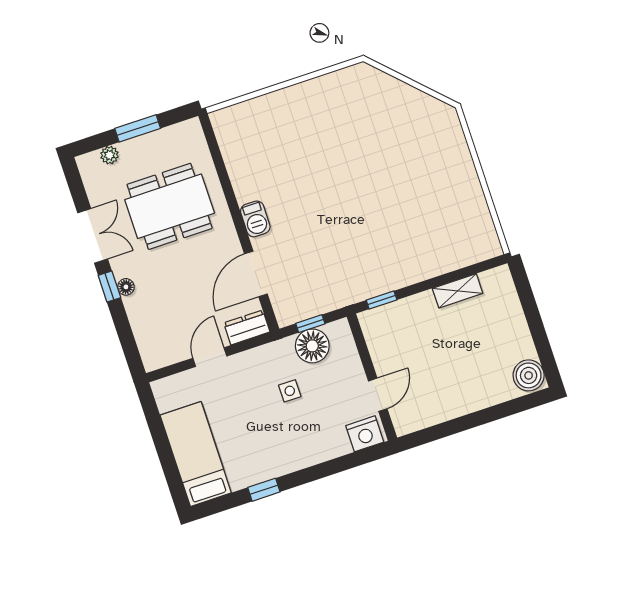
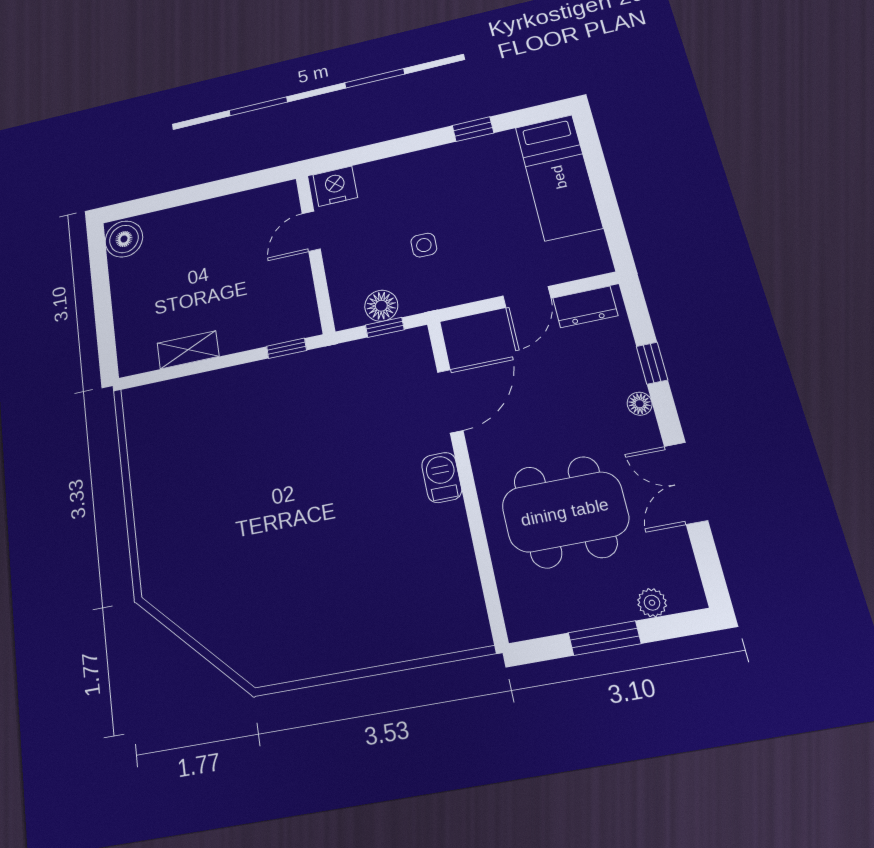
window: (109, 286) -> (652, 363), moved
dresser: (247, 327) -> (585, 307), moved
floor lamp: (312, 346) -> (381, 306), width x0.73, depth x0.73

